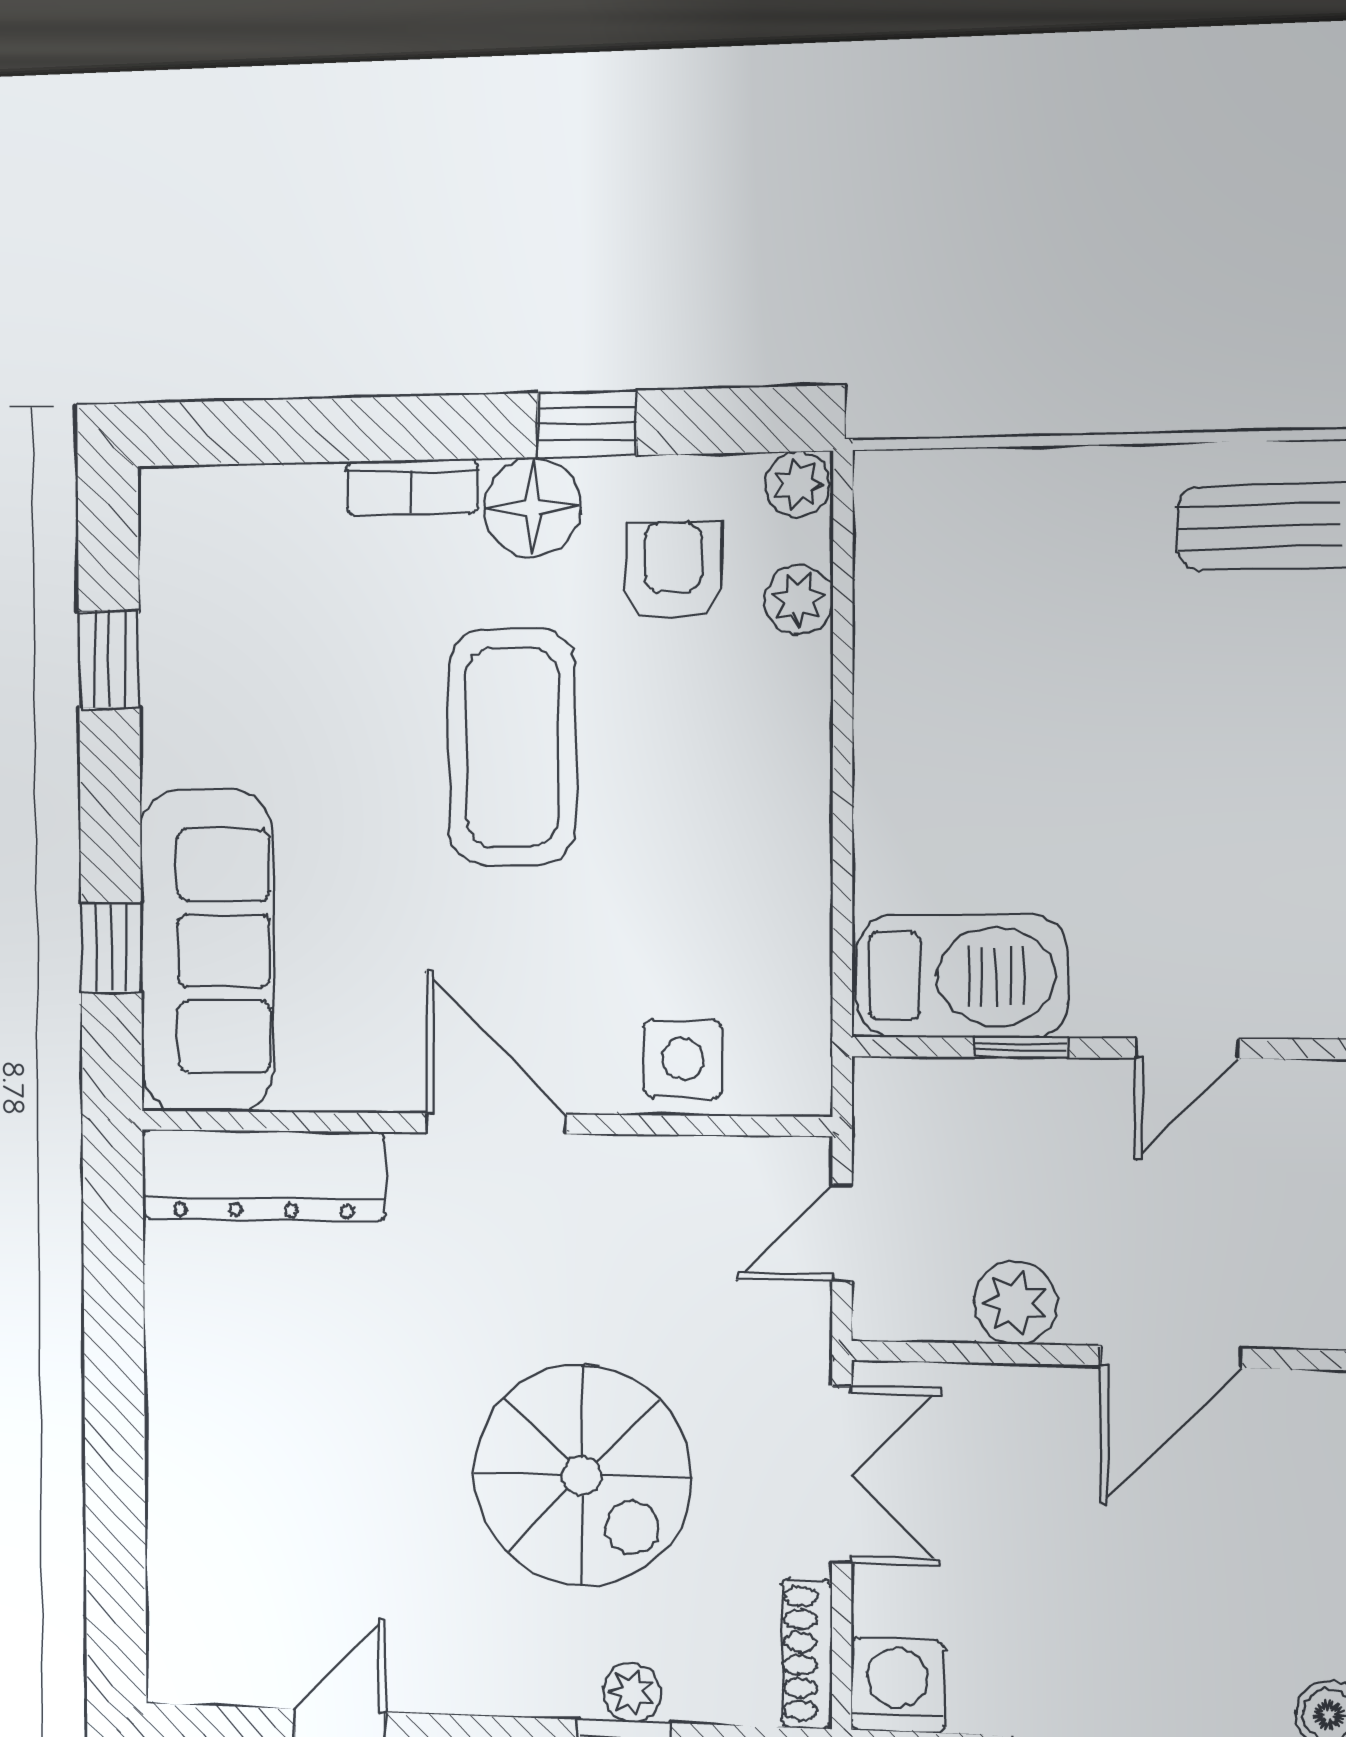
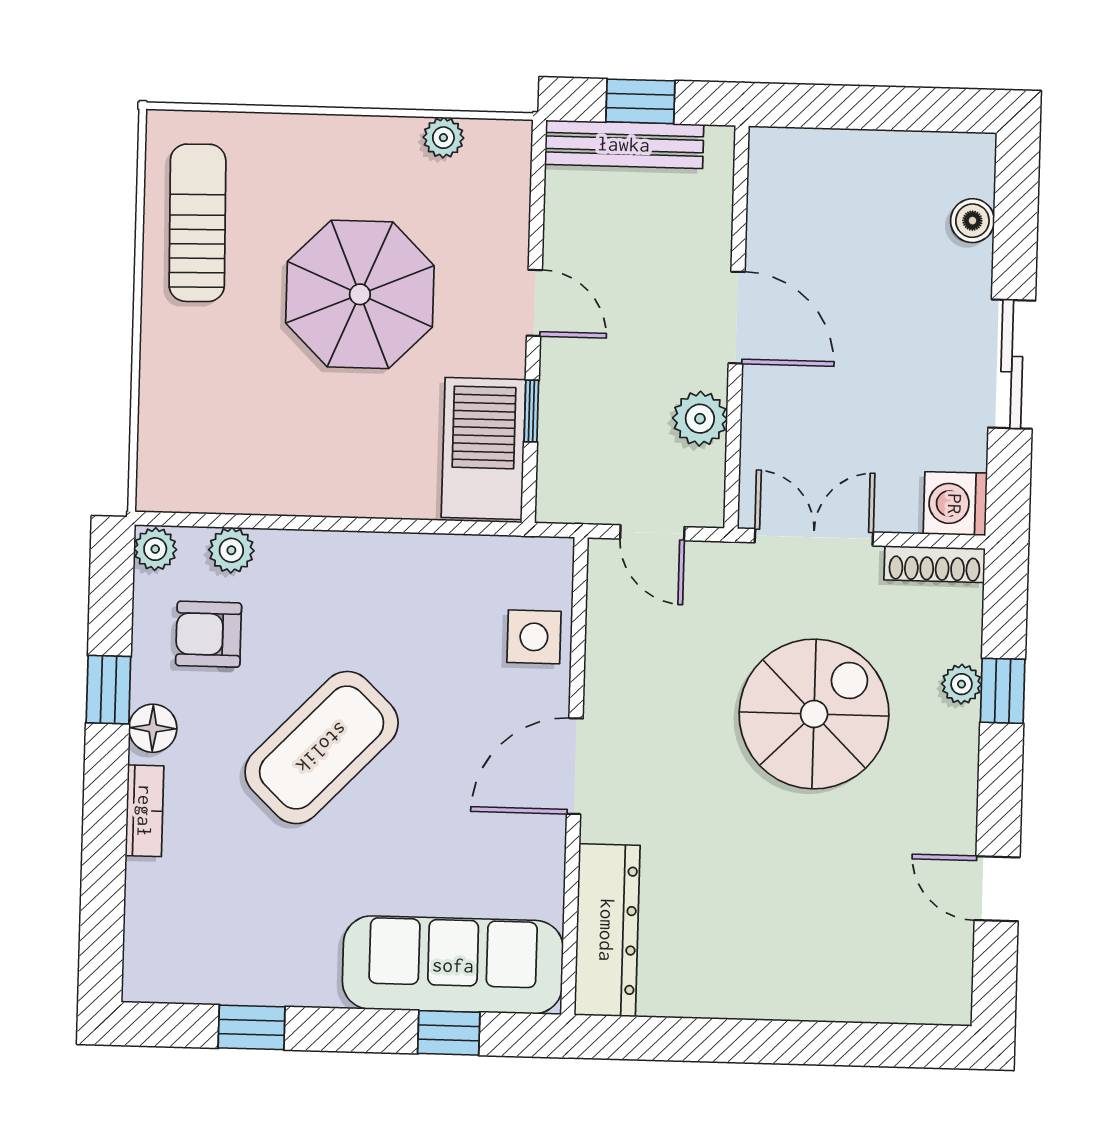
floor lamp: (532, 507) -> (153, 728), width x0.73, depth x0.73
coffee table: (512, 747) -> (322, 748), turned -46
parasol: (1194, 781) -> (360, 294), added

